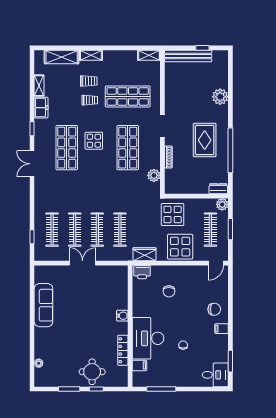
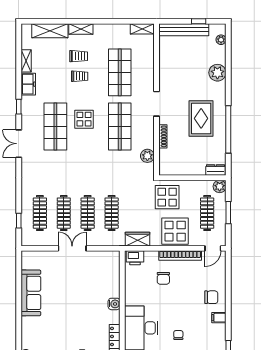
plant: (224, 65) -> (221, 40), added
shop shelf: (128, 96) -> (120, 72), turned 90
bookcase: (185, 270) -> (180, 256), added

